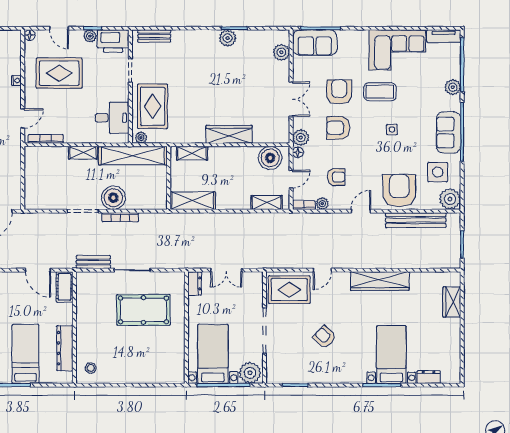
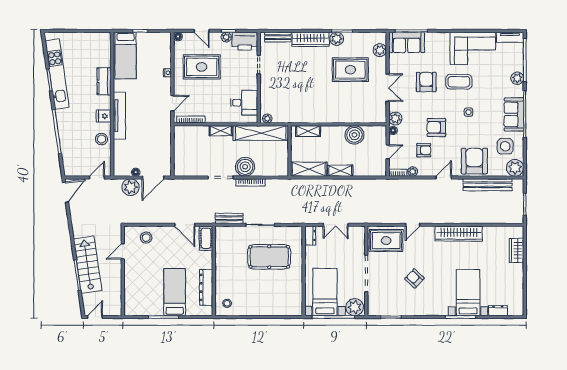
rug: (153, 106) -> (350, 70), moved, turned 90
armchair: (338, 128) -> (436, 127), moved
wardrobe: (229, 134) -> (311, 39), moved, turned 180
boiler: (270, 158) -> (354, 135), moved
shelving: (267, 203) -> (340, 171), moved

